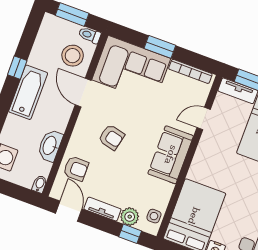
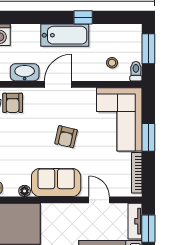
stool: (73, 56) -> (112, 63), width x0.53, depth x0.53
door: (83, 93) -> (58, 84), moved
armchair: (111, 137) -> (66, 137), moved
floor lamp: (167, 189) -> (25, 191), added

